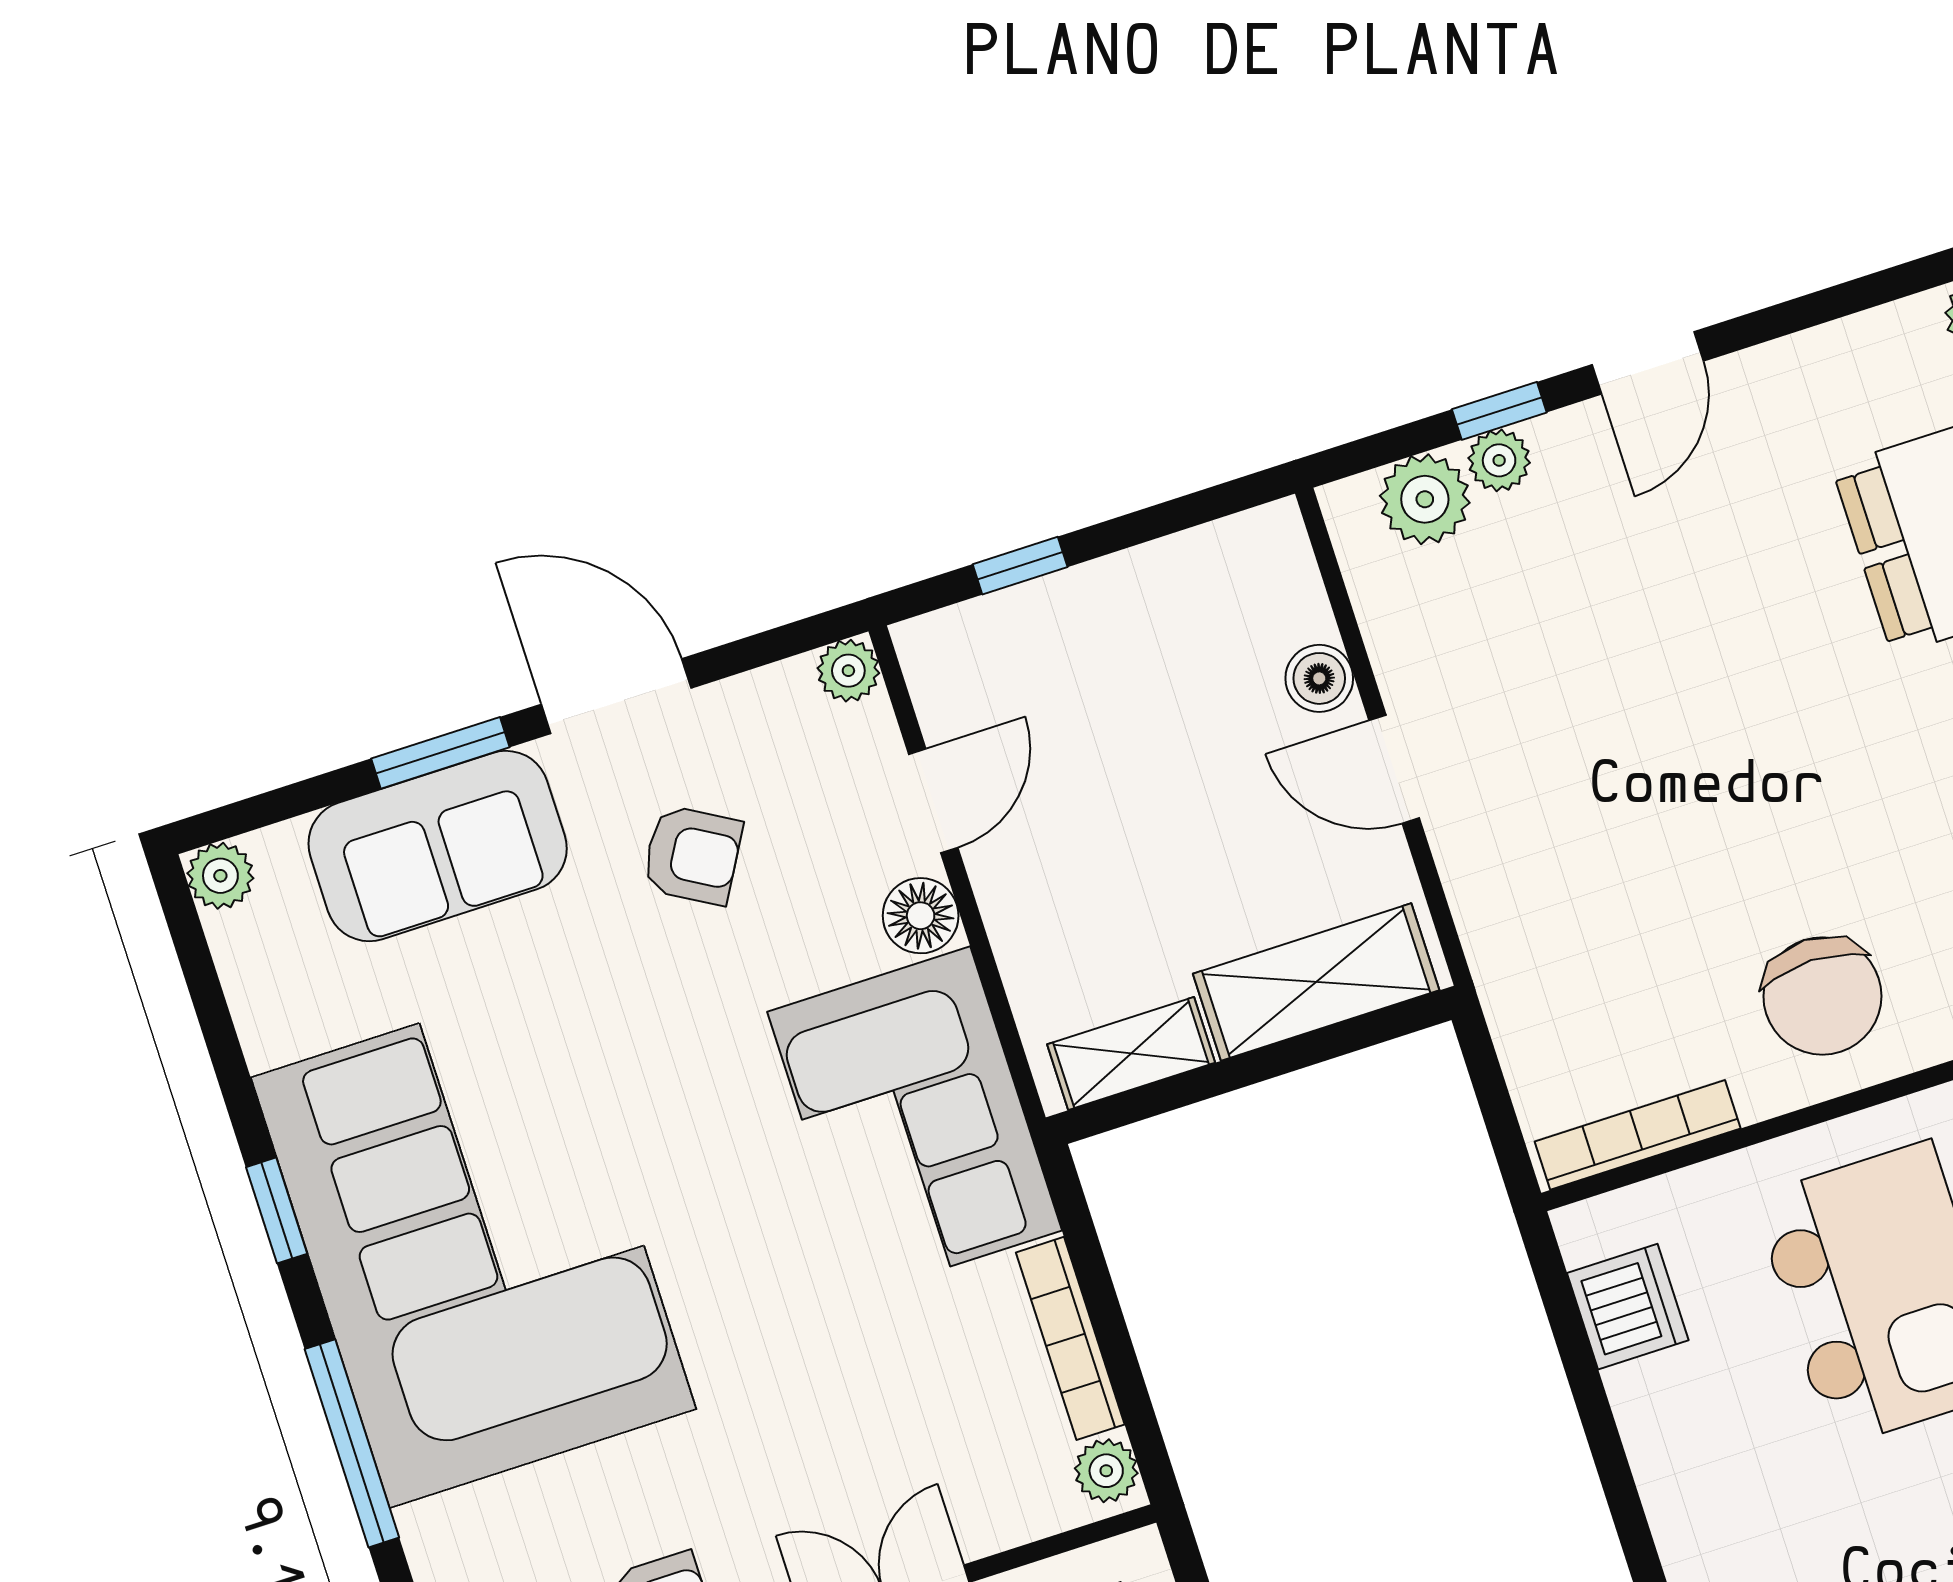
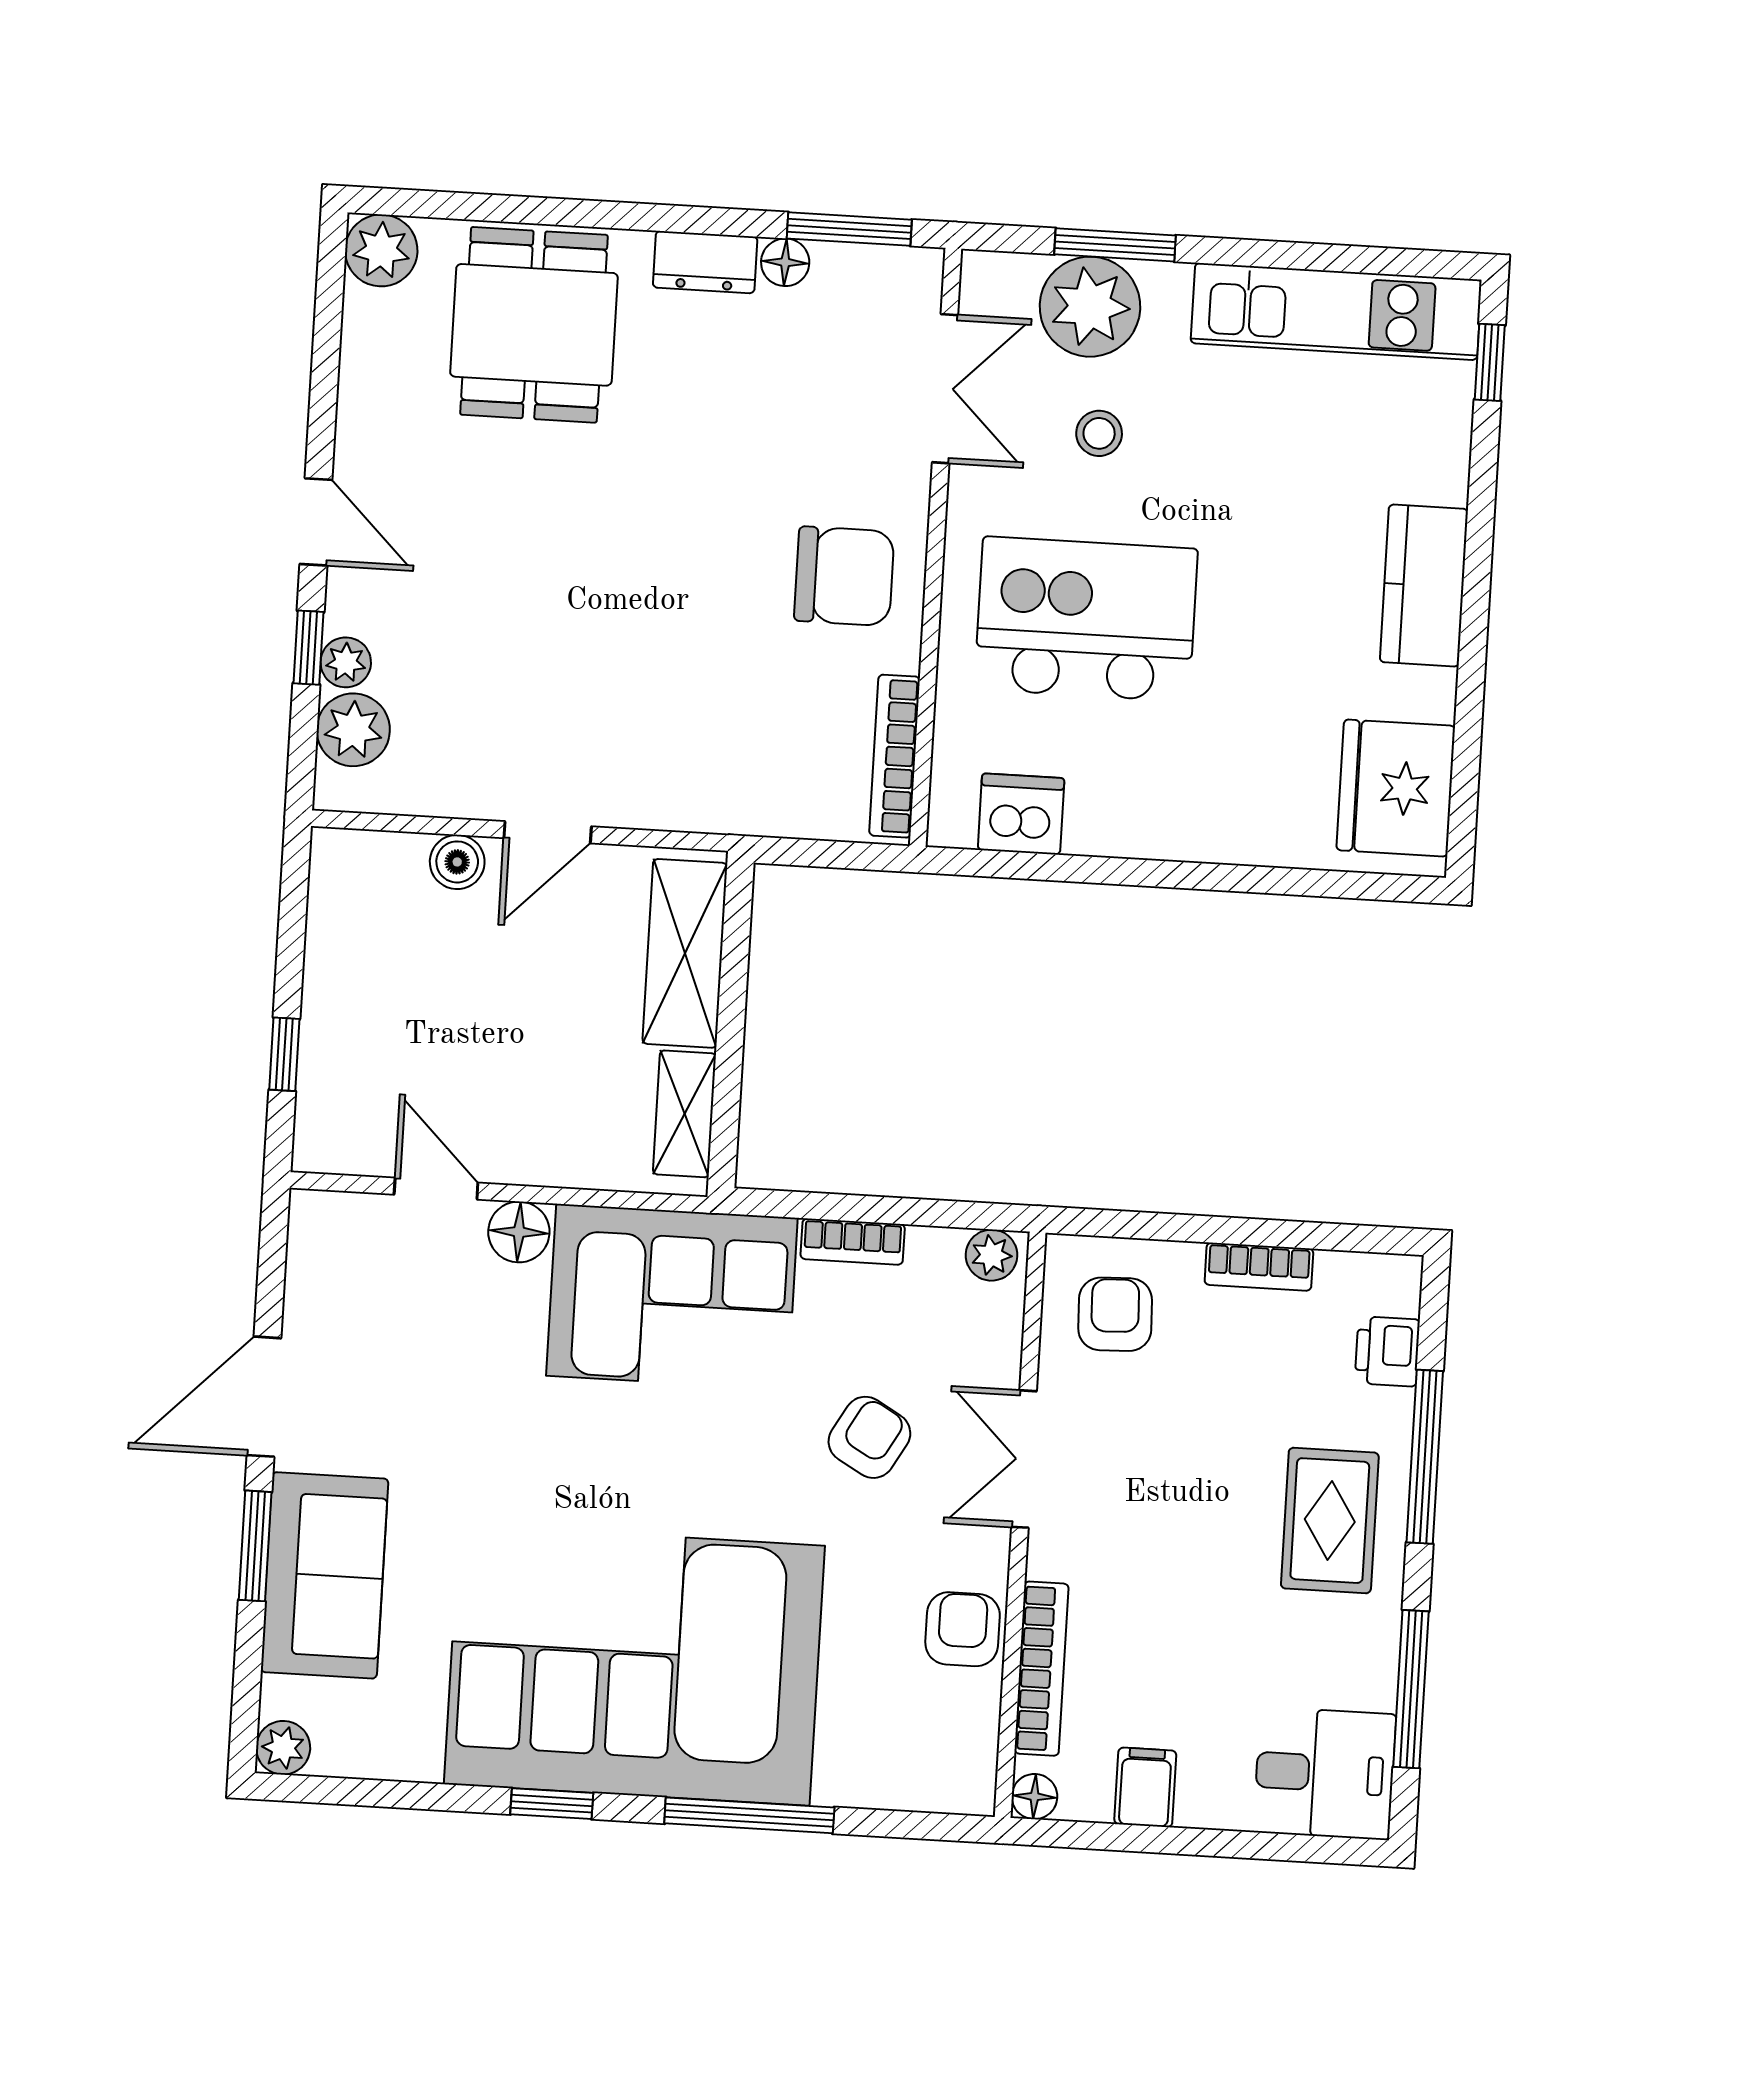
plant: (848, 671) -> (313, 1214), removed
armchair: (692, 855) -> (869, 1437), moved
bookcase: (1070, 1338) -> (853, 1242), width x0.64

